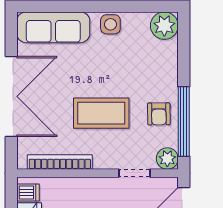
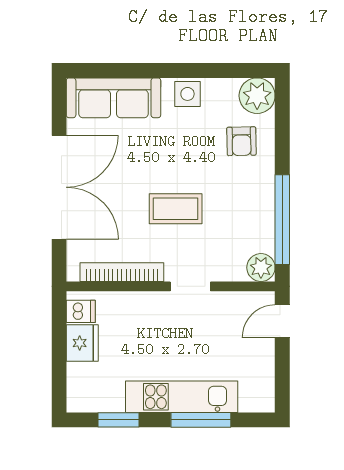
coffee table: (101, 113) -> (176, 209), width x0.73, depth x0.76
armchair: (159, 114) -> (241, 141), moved
doorway: (135, 173) -> (190, 286), moved

